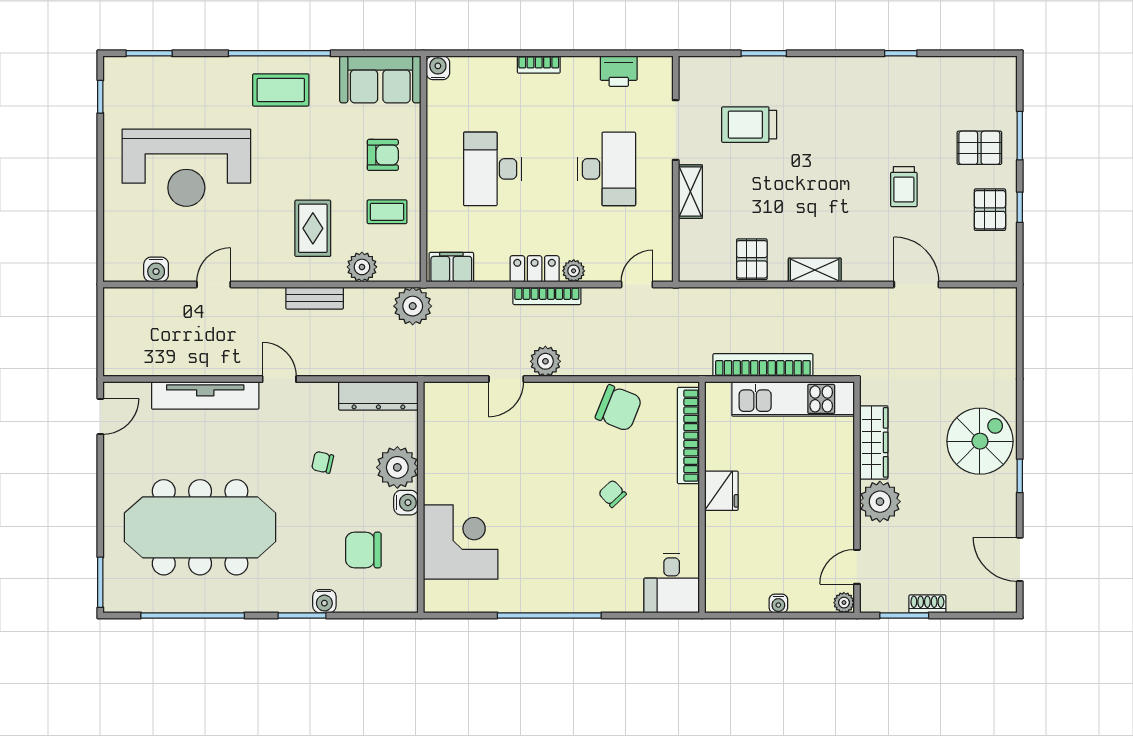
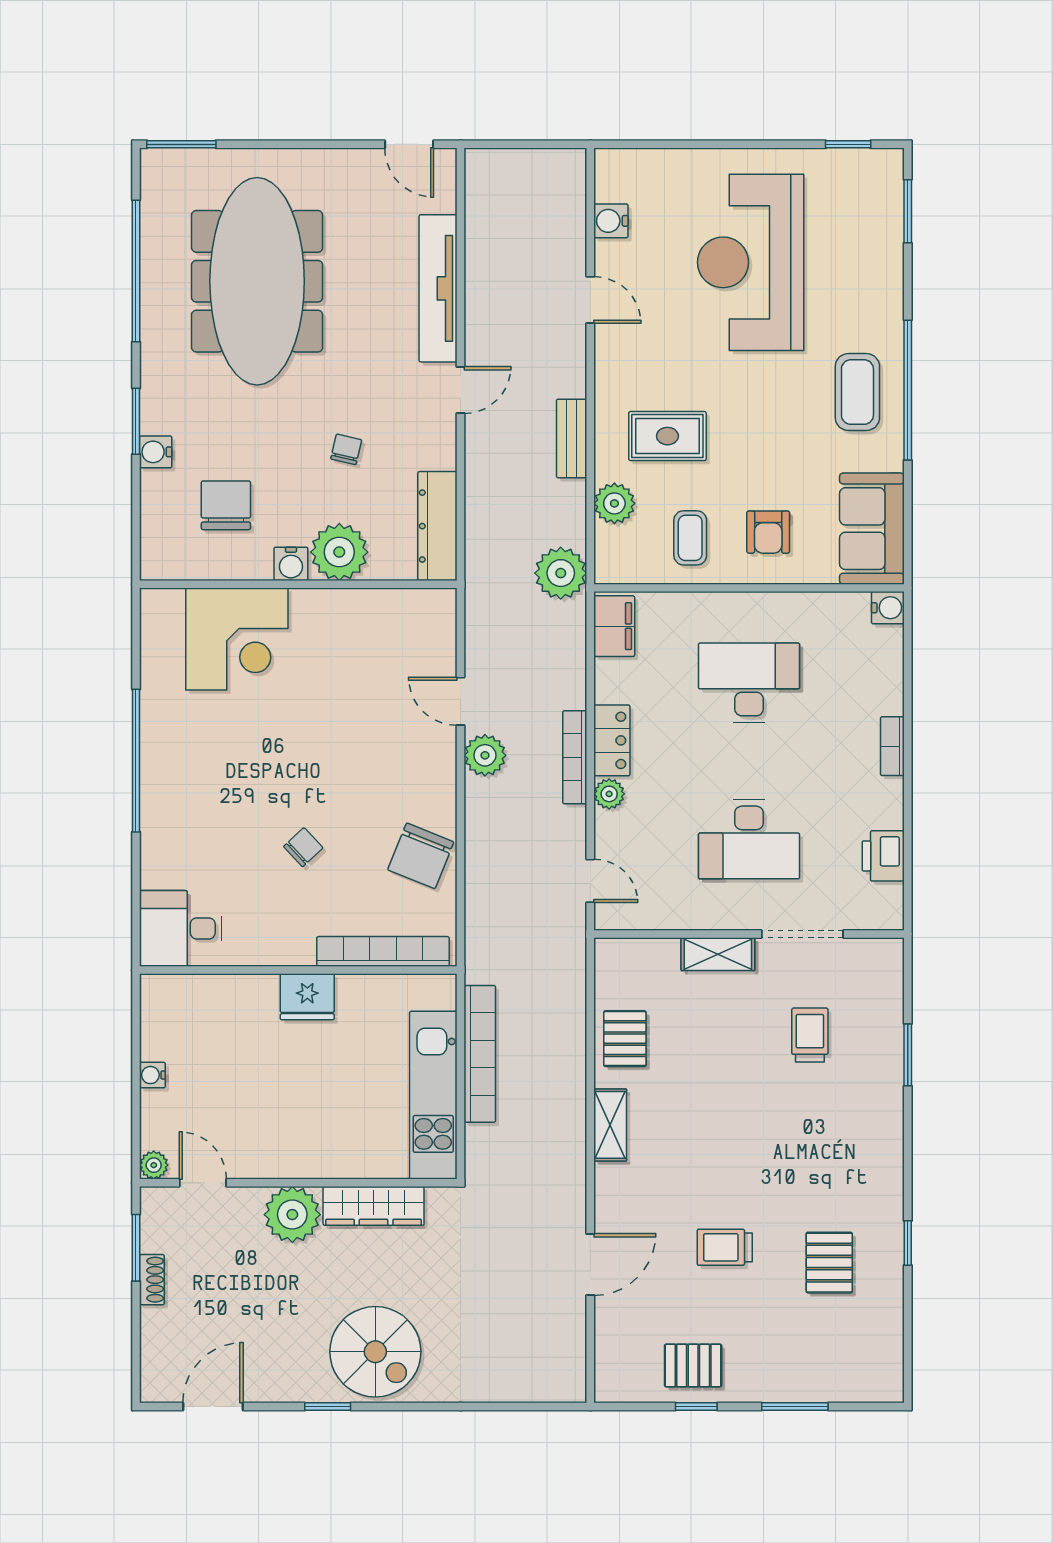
trolley: (749, 125) -> (810, 1035), width x0.73, depth x0.72
pallet: (979, 148) -> (829, 1263), moved
pallet: (752, 259) -> (625, 1039), turned 90

